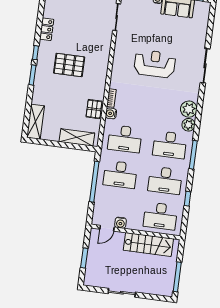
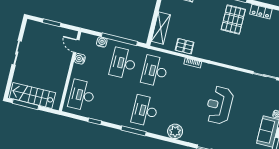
reception desk: (155, 64) -> (219, 105), turned 180
pallet: (69, 65) -> (233, 19), moved
water cooler: (111, 113) -> (102, 42), moved
plant: (188, 125) -> (161, 130), removed
desk: (165, 180) -> (113, 103), removed
stairs: (148, 245) -> (32, 95), moved, turned 90

